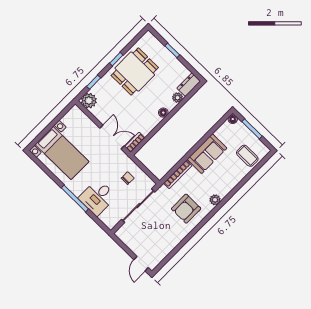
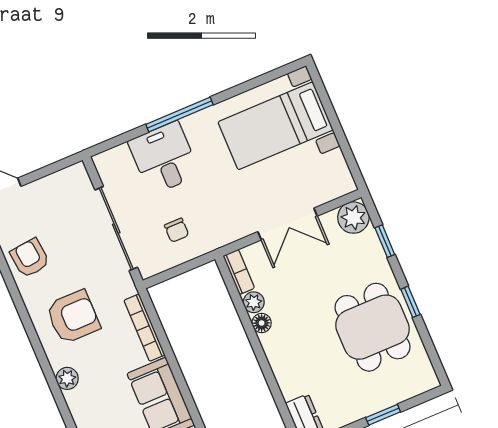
plant: (178, 98) -> (254, 302), moved
floor lamp: (163, 113) -> (262, 323), moved
double door: (112, 137) -> (288, 224), moved
armchair: (186, 209) -> (73, 317), turned 90
armchair: (168, 239) -> (30, 258), added

